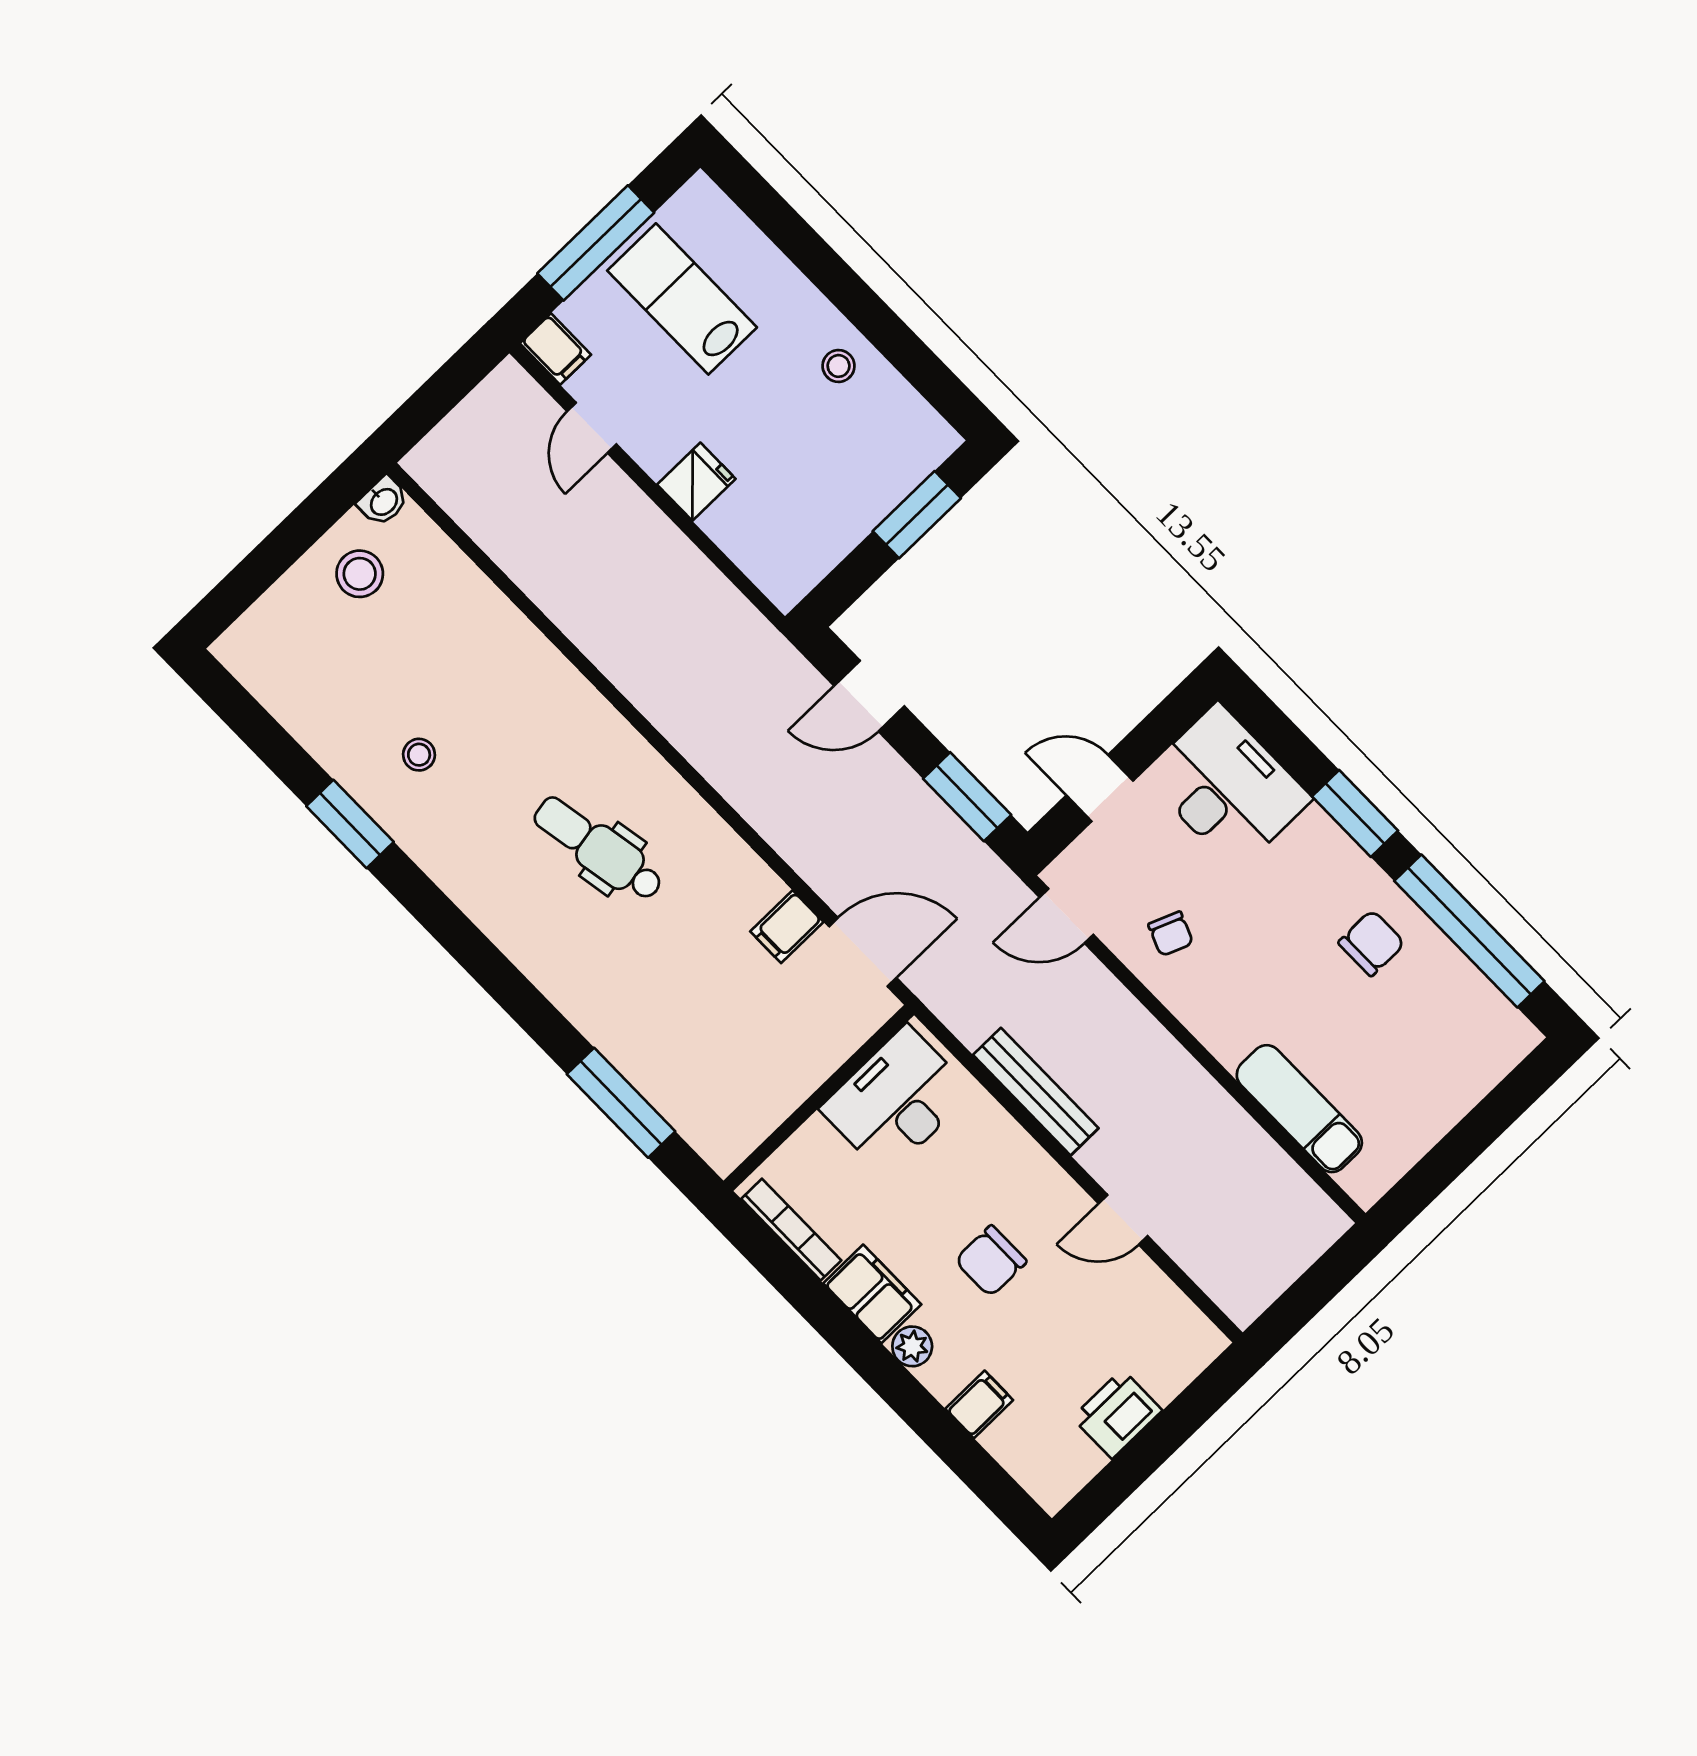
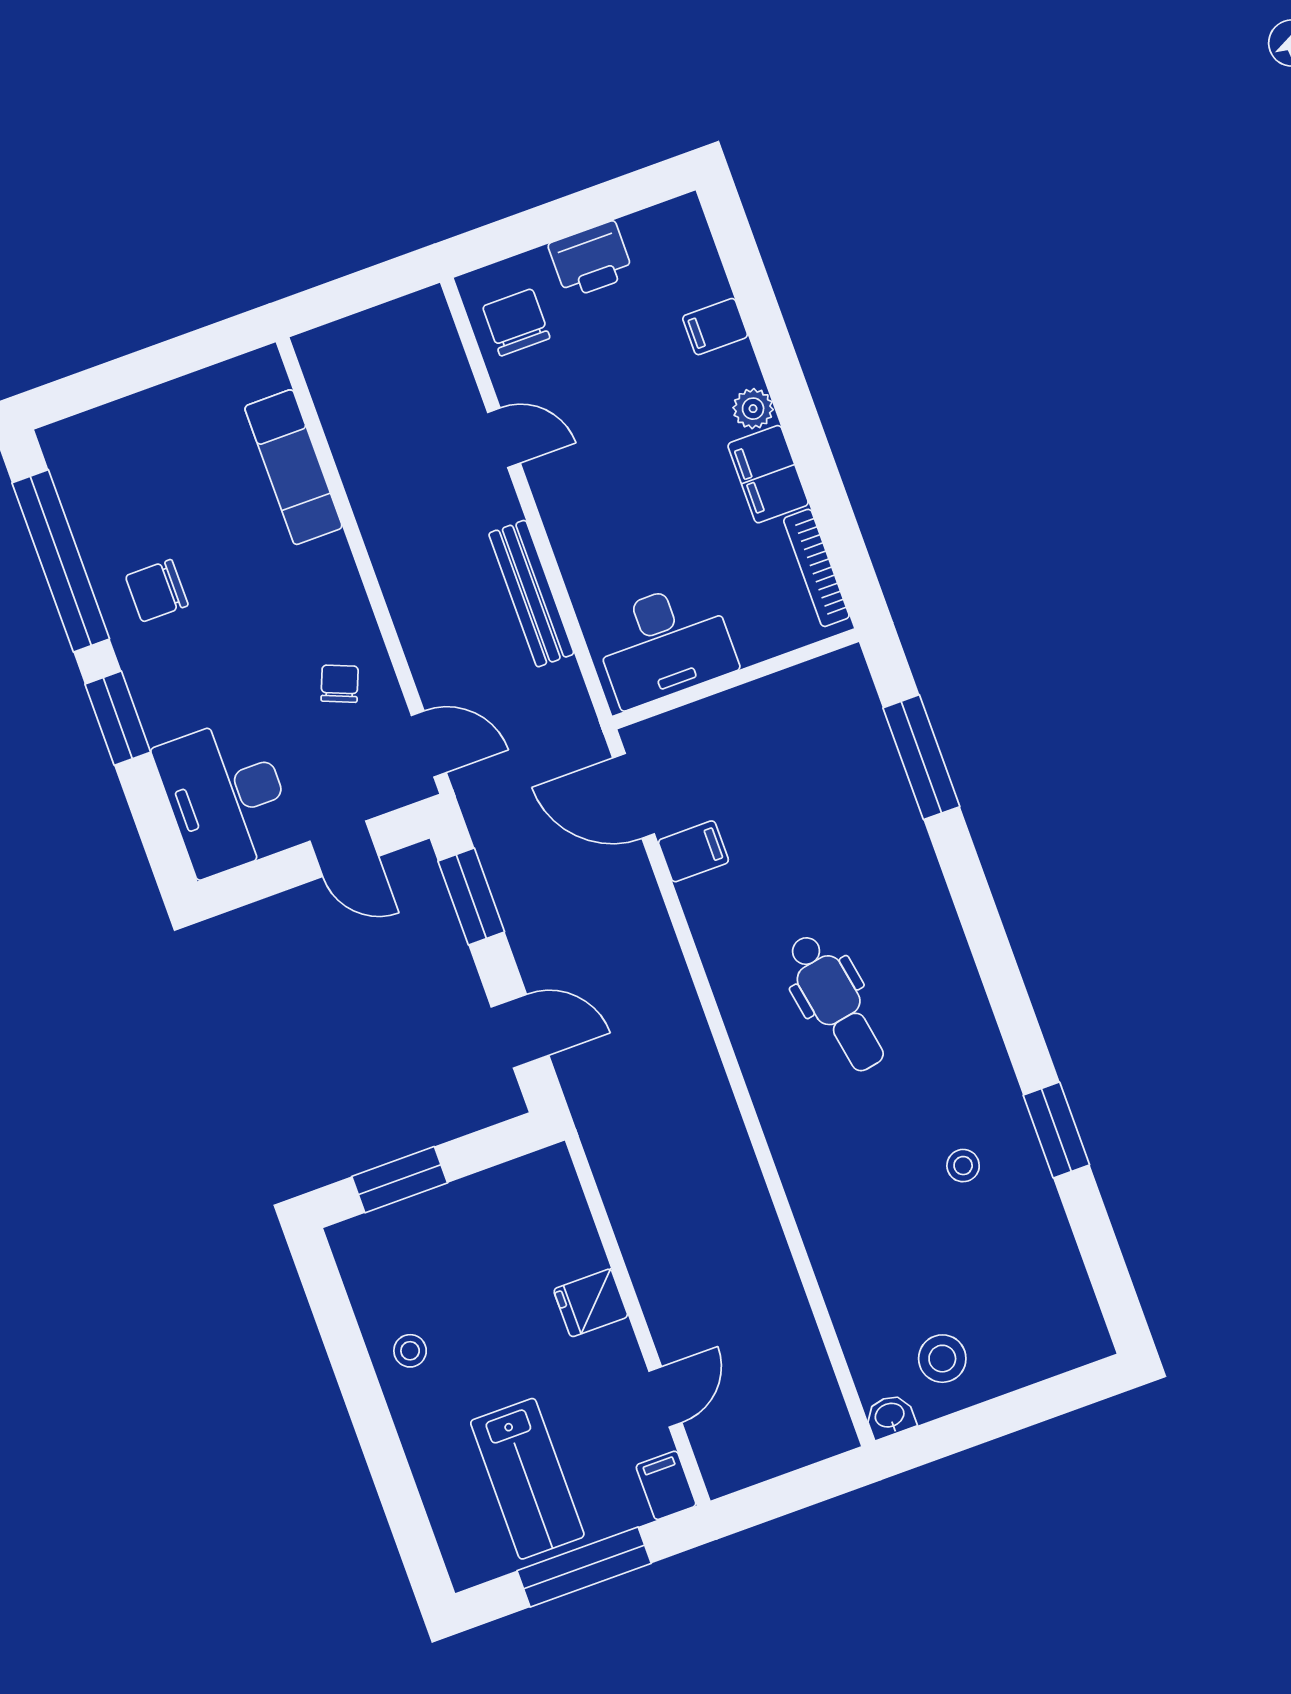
chair: (991, 1261) -> (516, 322), moved, turned -90

